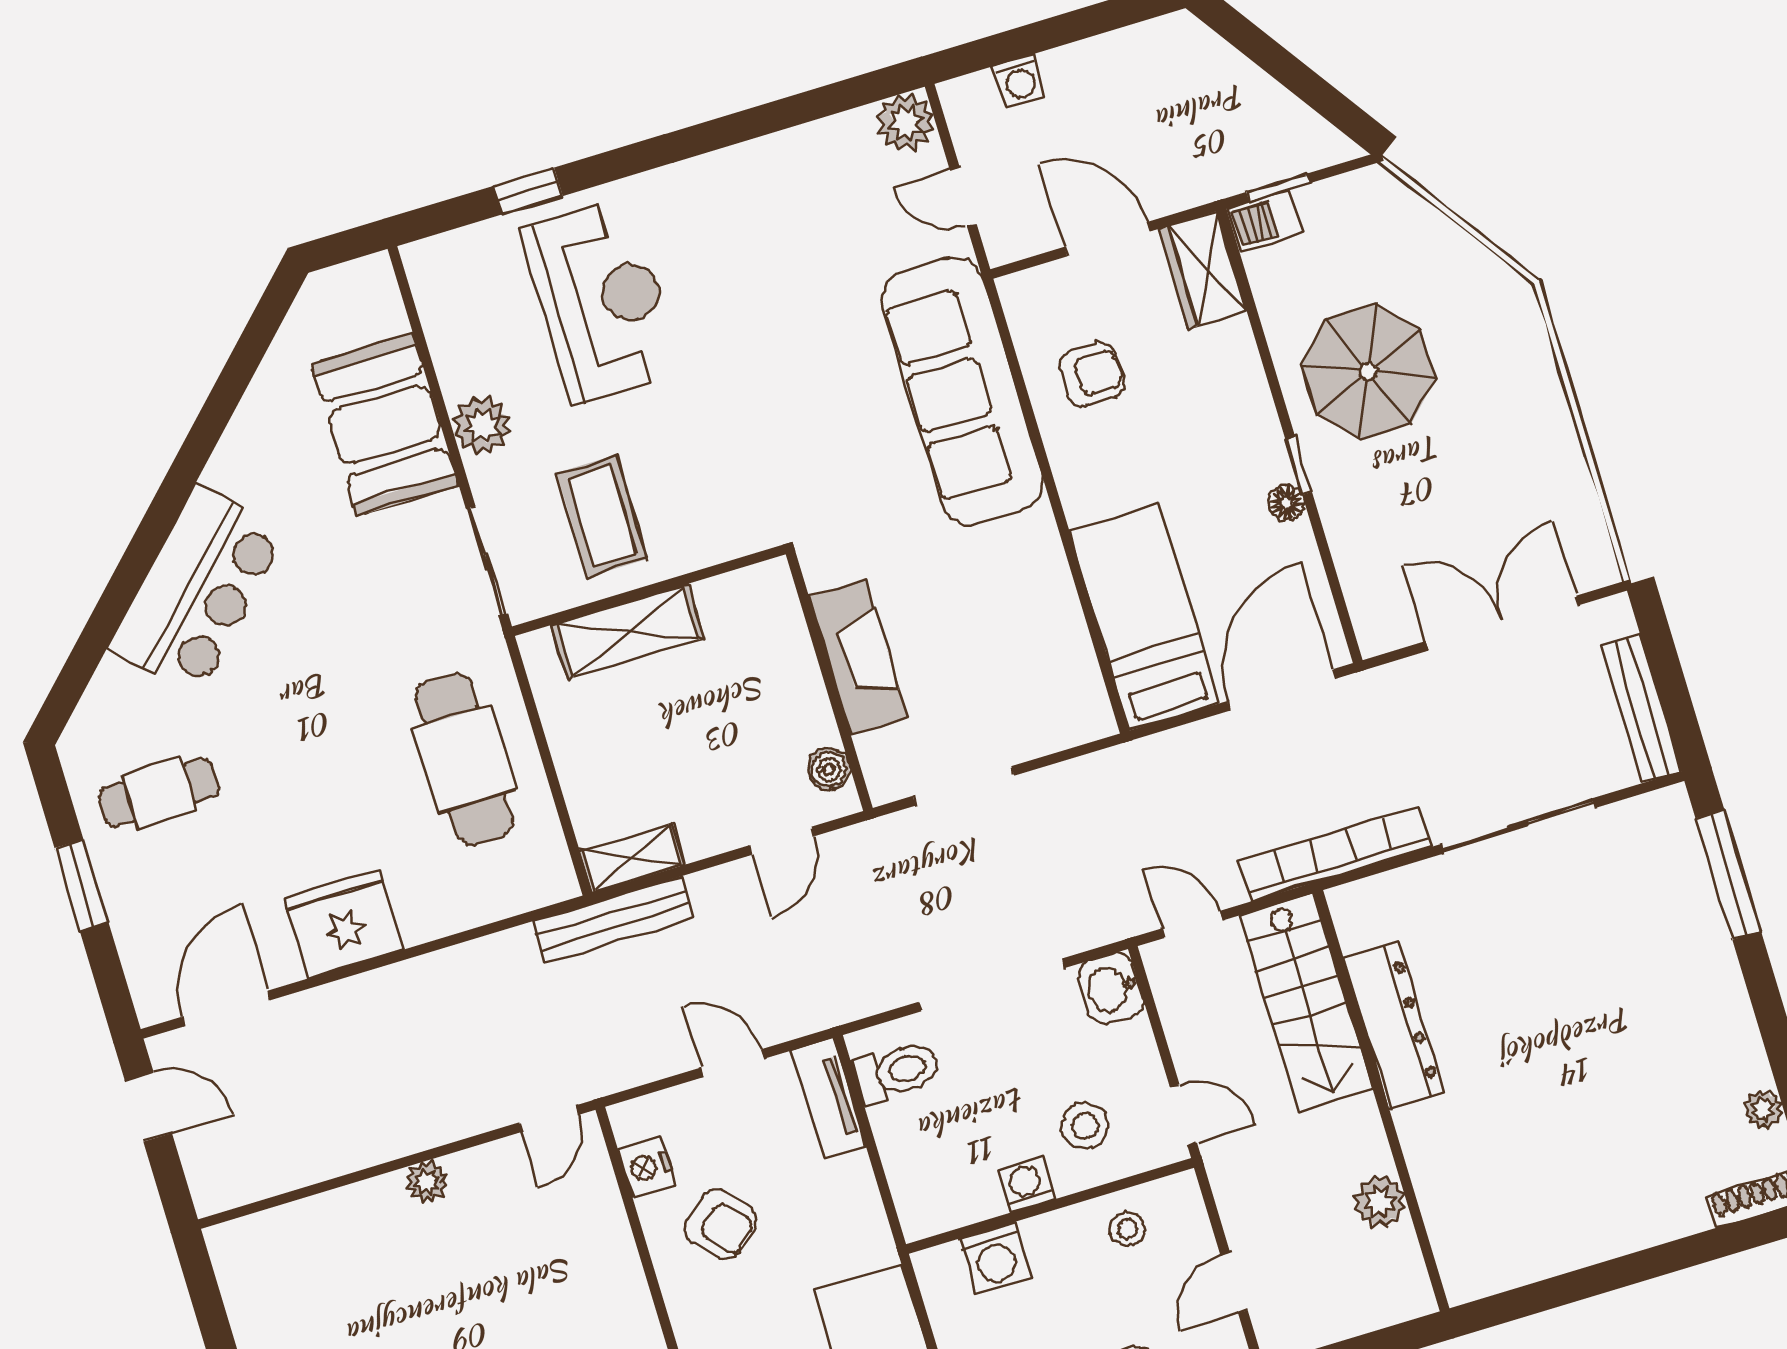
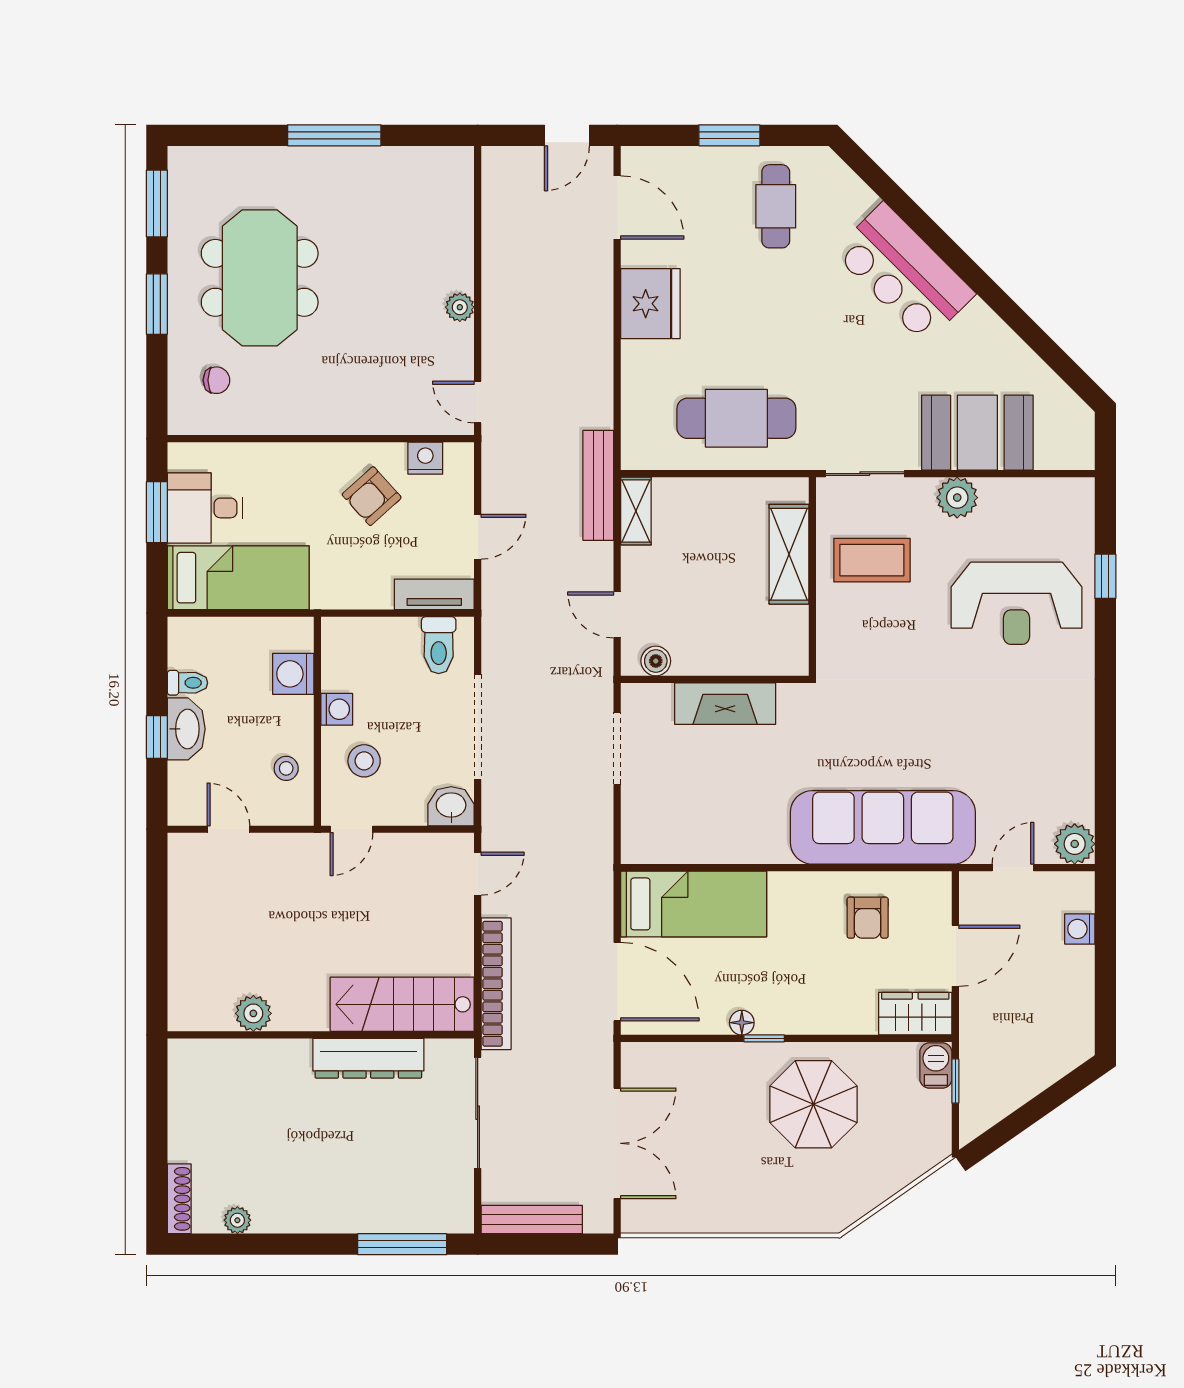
stairs: (1306, 1002) -> (402, 1004), moved
dresser: (1394, 1026) -> (368, 1058), moved
wall: (1381, 1101) -> (321, 1035), moved
plant: (1380, 1201) -> (253, 1013), moved

